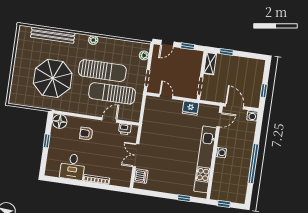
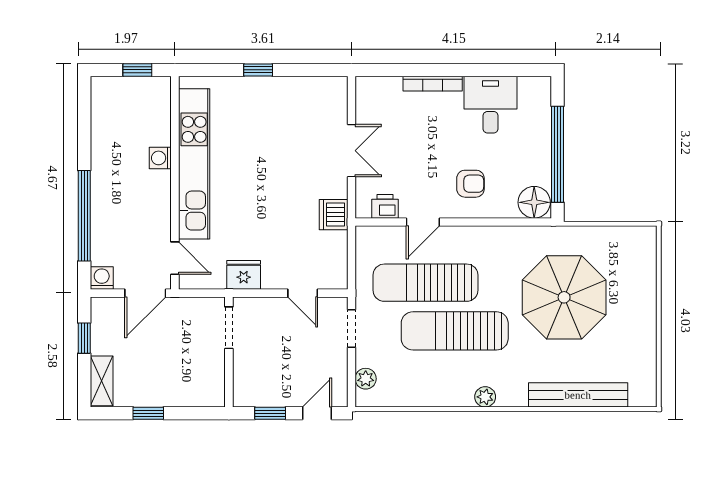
window: (226, 52) -> (148, 413), moved
shelving: (210, 63) -> (102, 381), moved
sun lounger: (112, 93) -> (426, 283), turned 180
door: (234, 106) -> (145, 293), hinge flipped
door: (219, 120) -> (175, 258), swing flipped
window: (47, 141) -> (558, 154), width x3.17
washing machine: (221, 153) -> (160, 158), moved
window: (253, 164) -> (84, 216), moved
dishwasher: (141, 176) -> (334, 215), moved
window: (184, 198) -> (258, 70), moved

